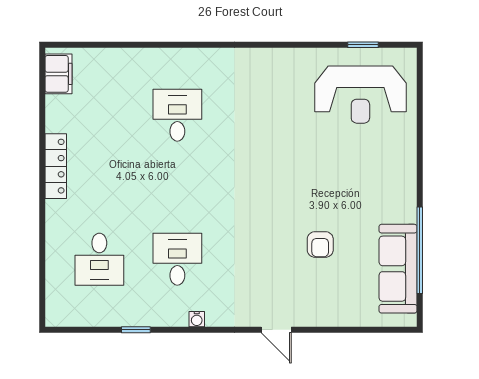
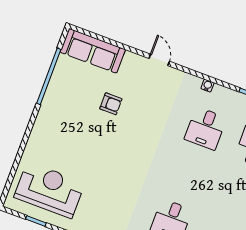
armchair: (320, 244) -> (111, 104), turned 90
sofa: (398, 269) -> (93, 51), moved, turned 90

